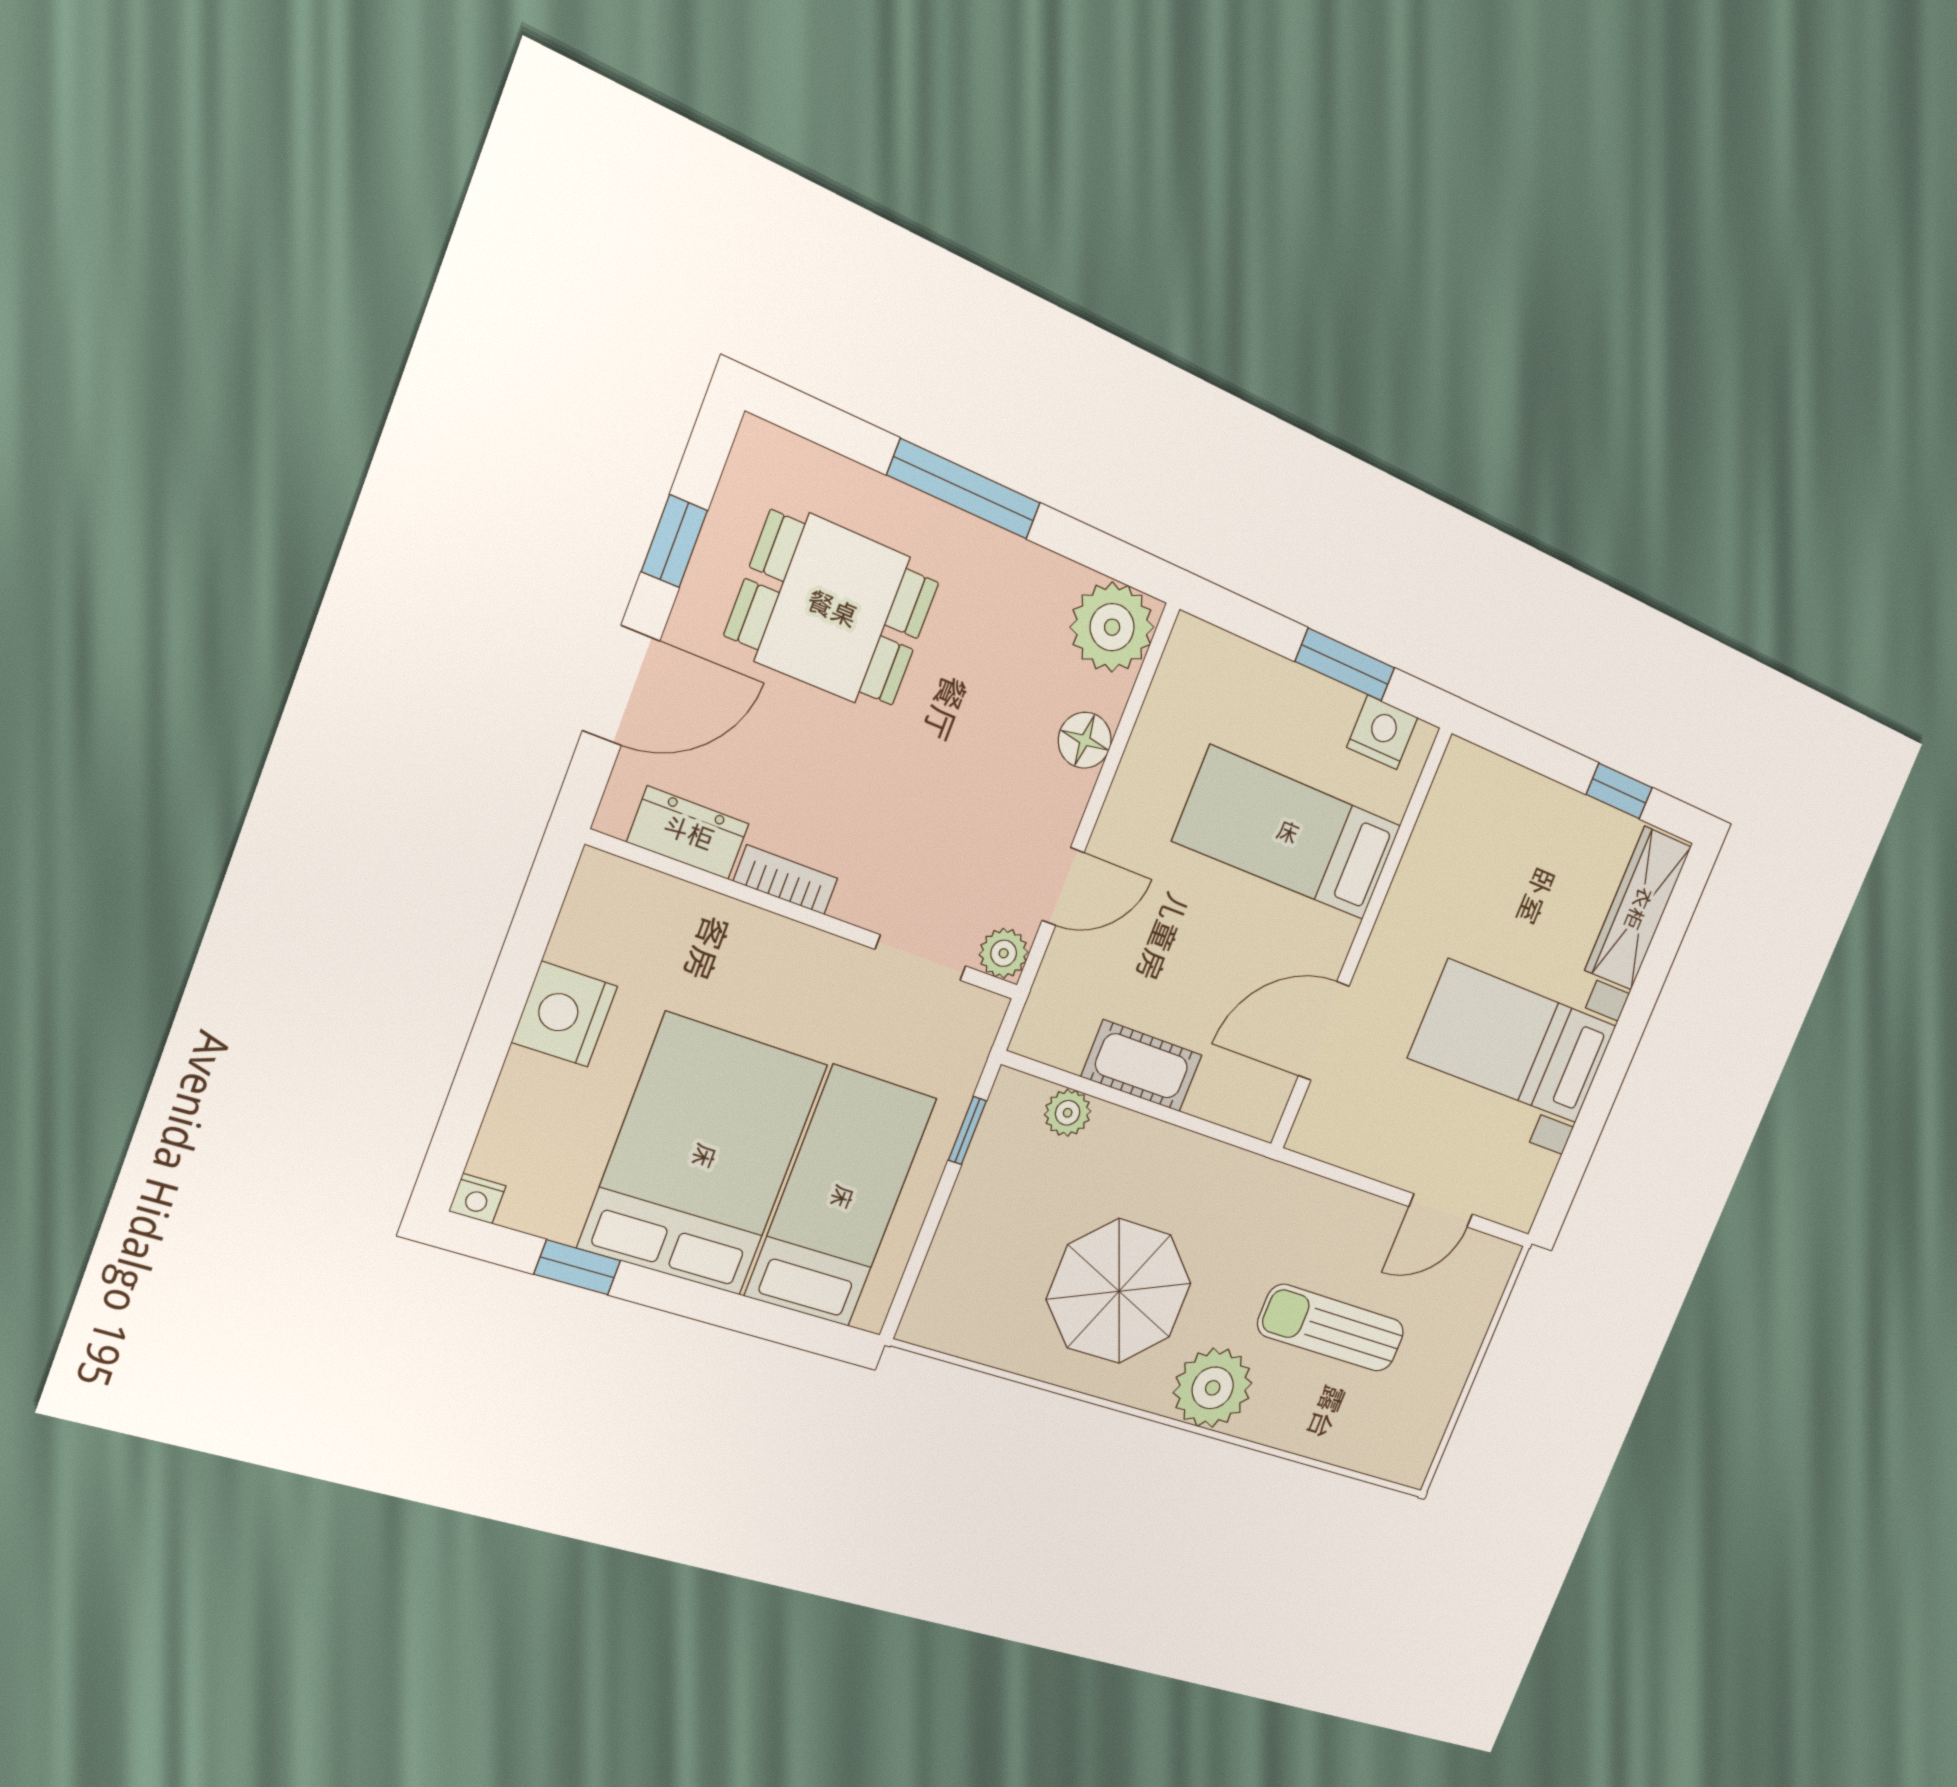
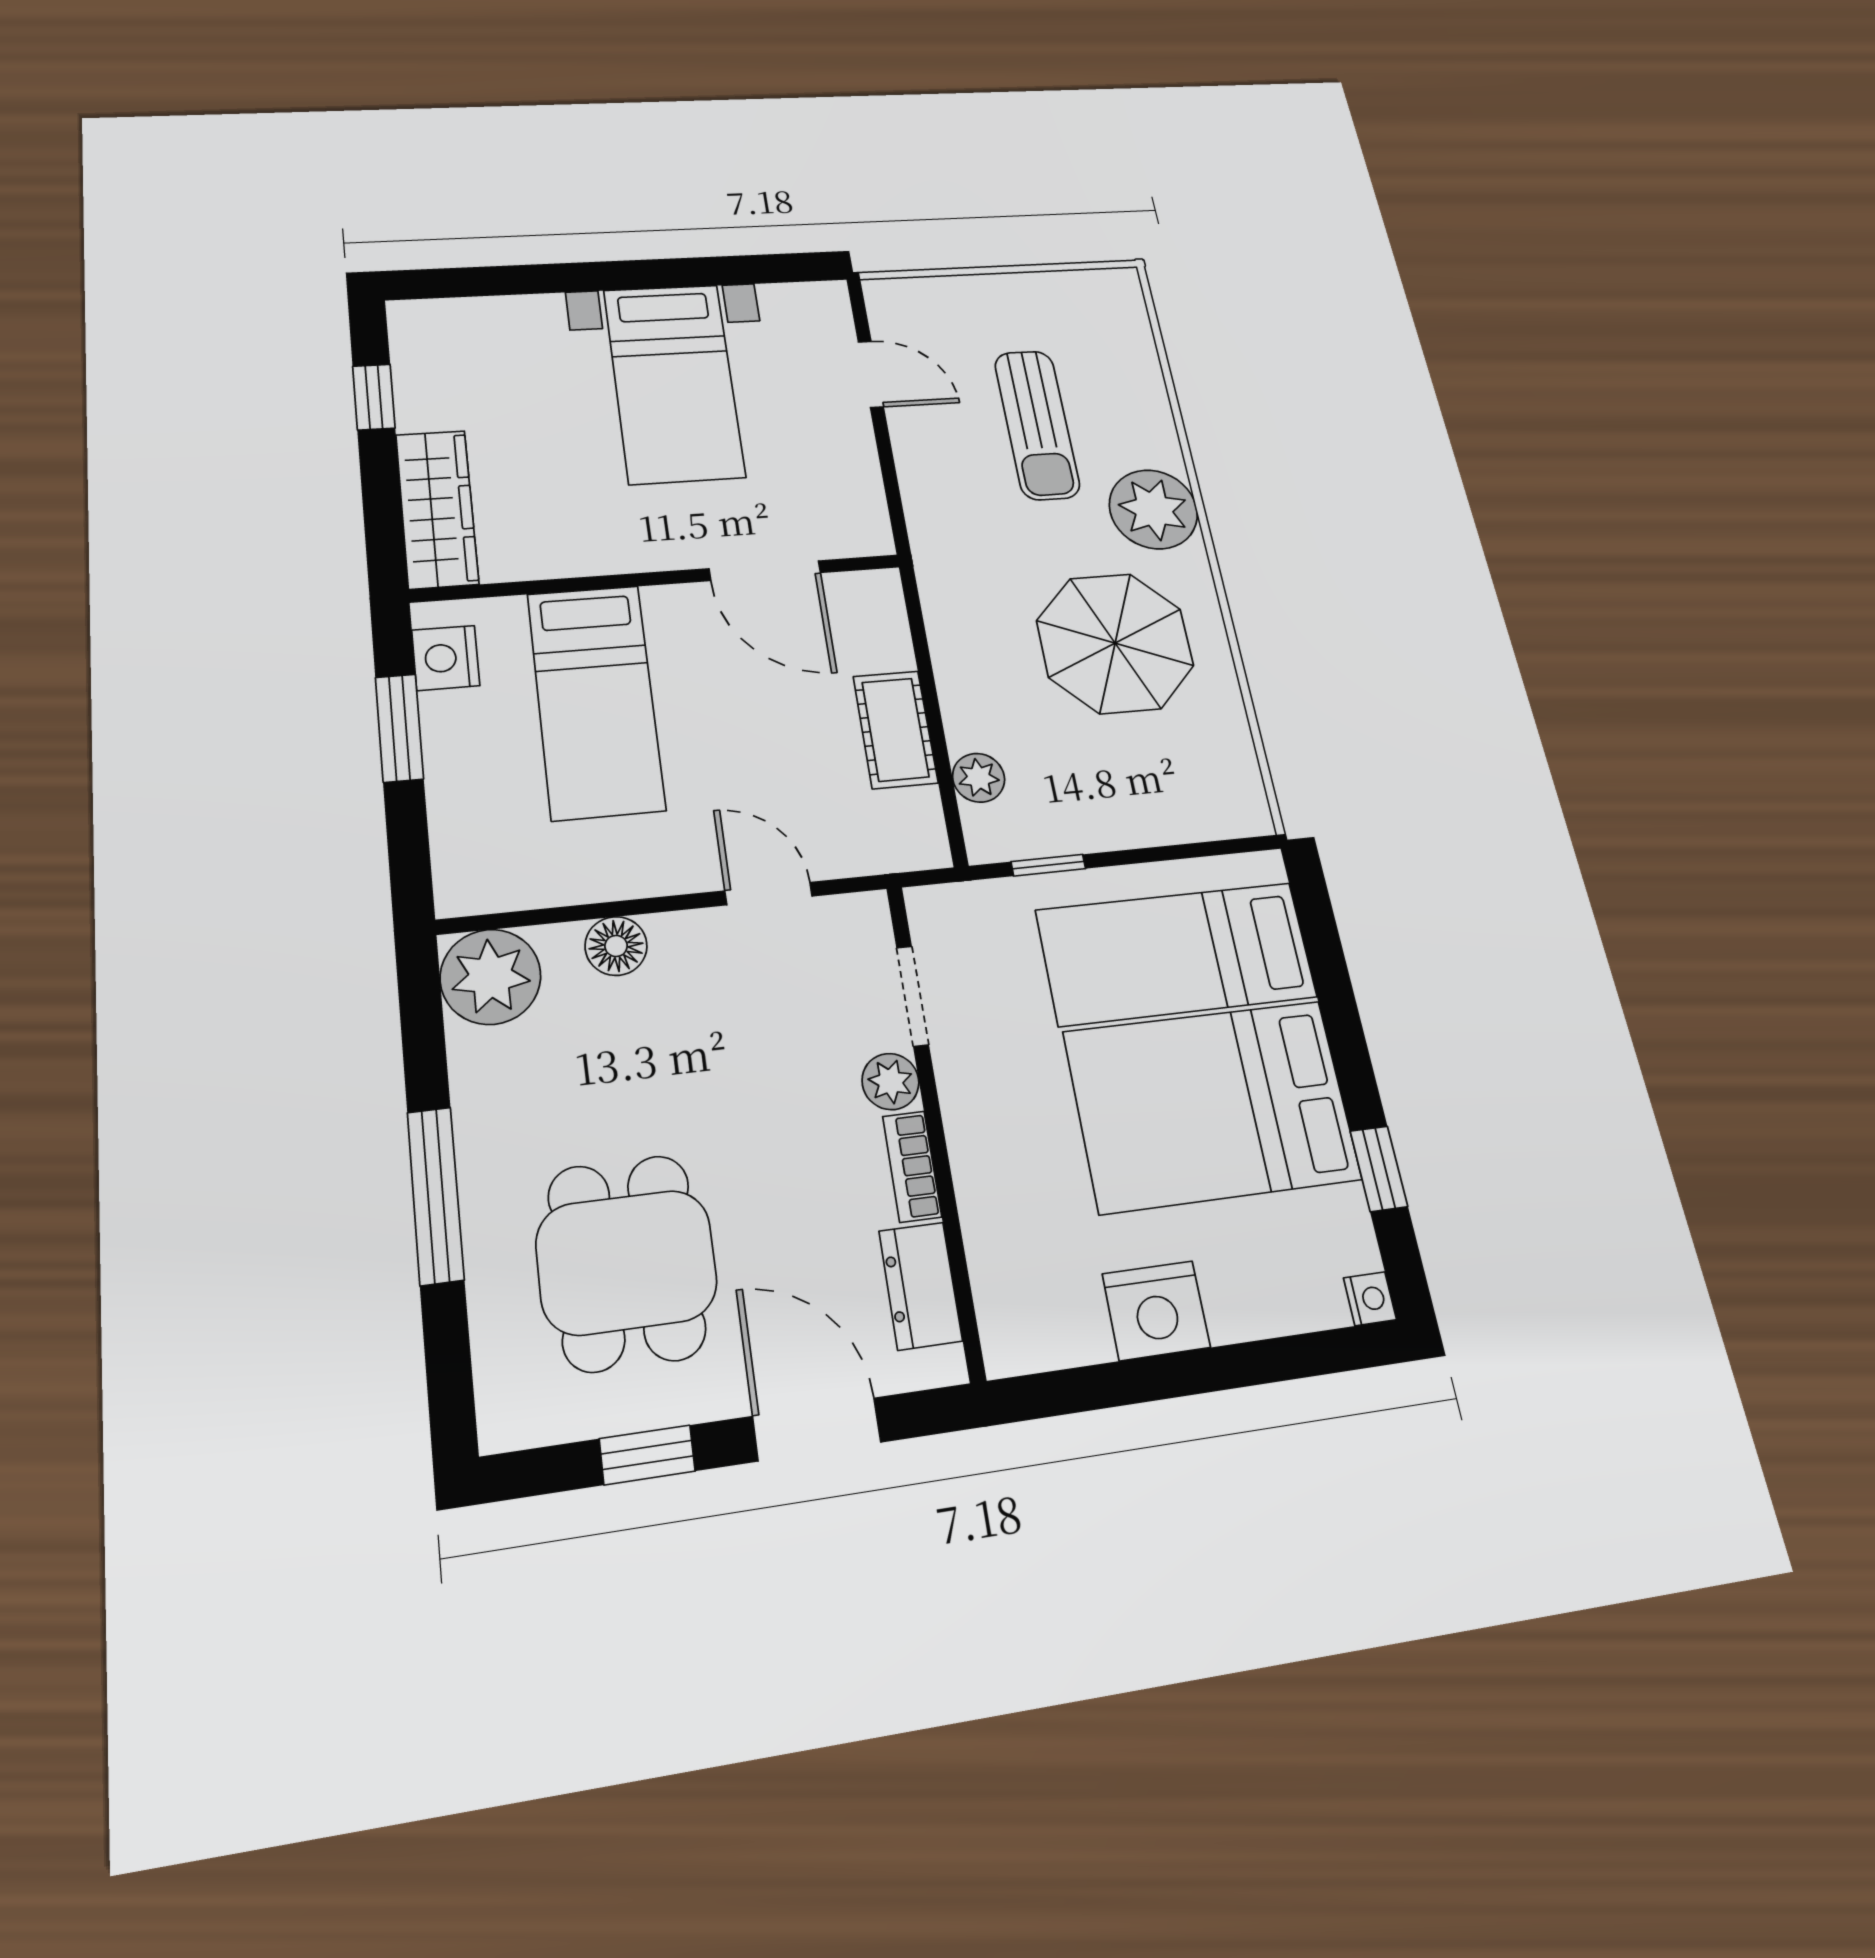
wardrobe: (1638, 908) -> (437, 509), moved, turned -90
plant: (1004, 953) -> (890, 1082), moved

